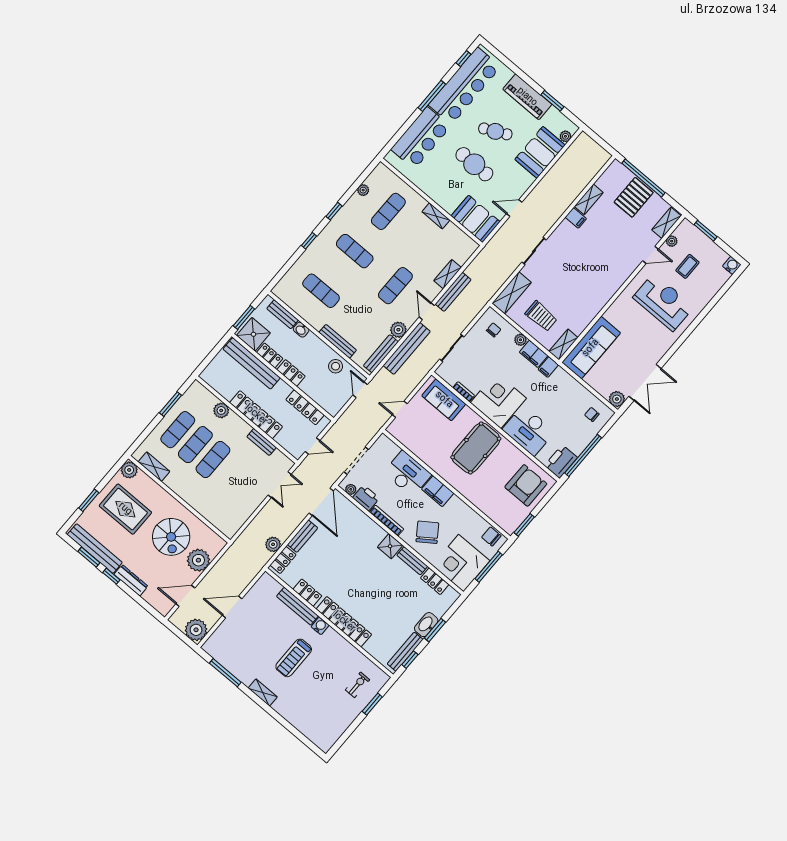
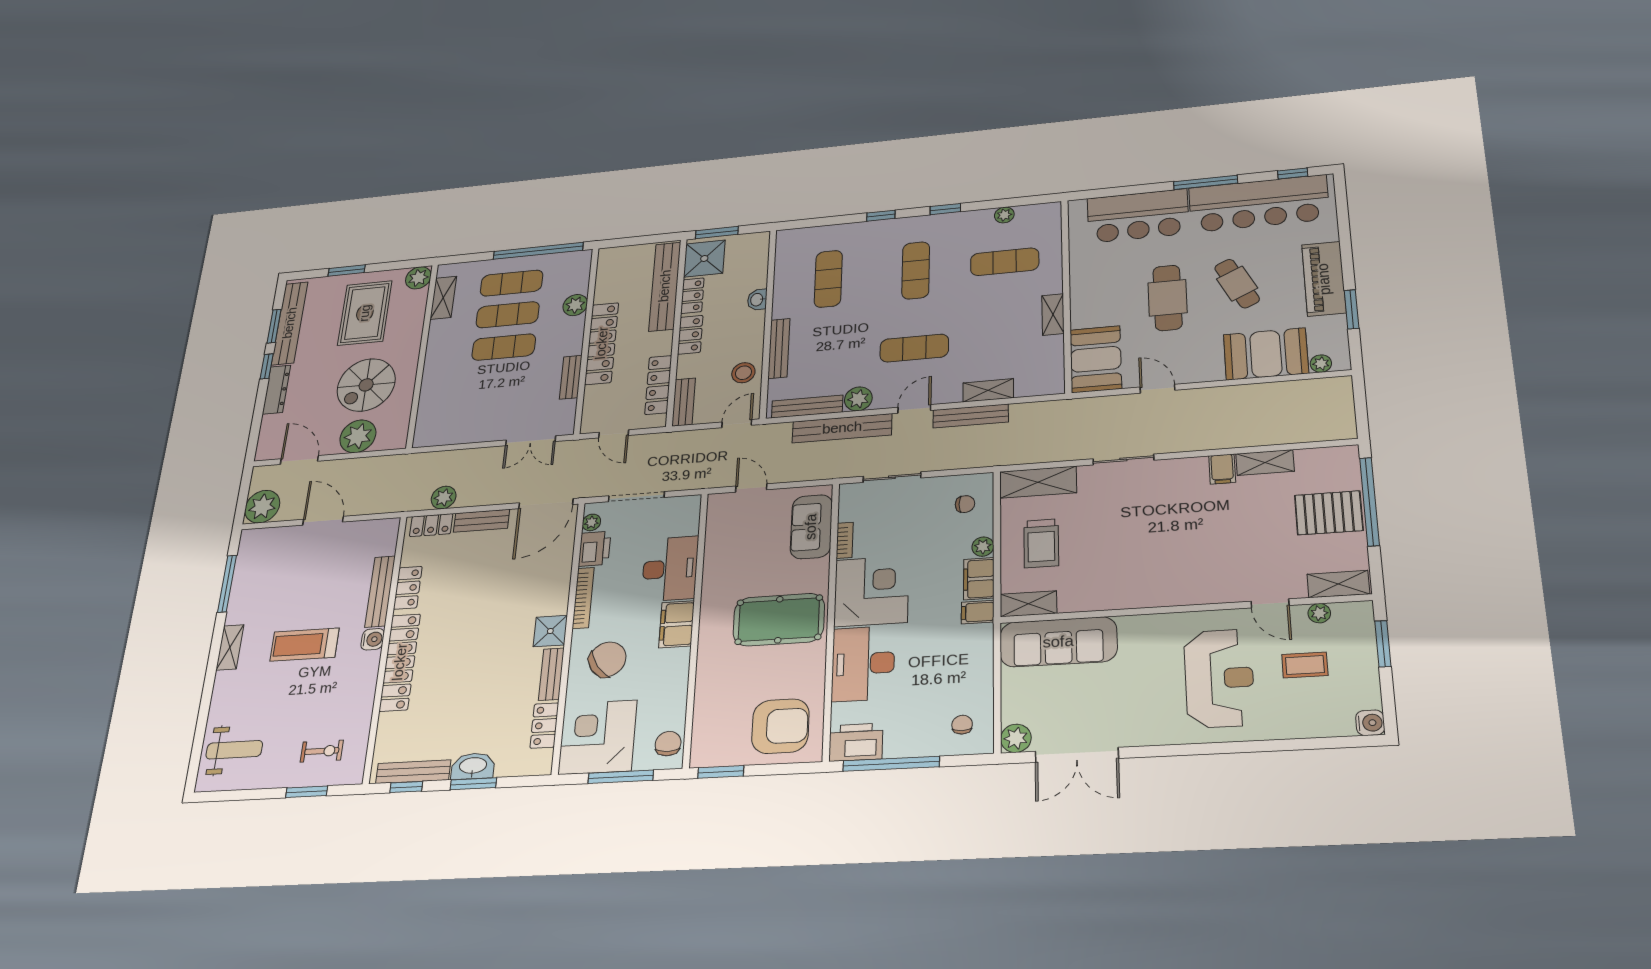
bench: (283, 314) -> (684, 402), moved
window: (170, 404) -> (538, 251), width x2.11
weight bench: (320, 723) -> (234, 750), added

